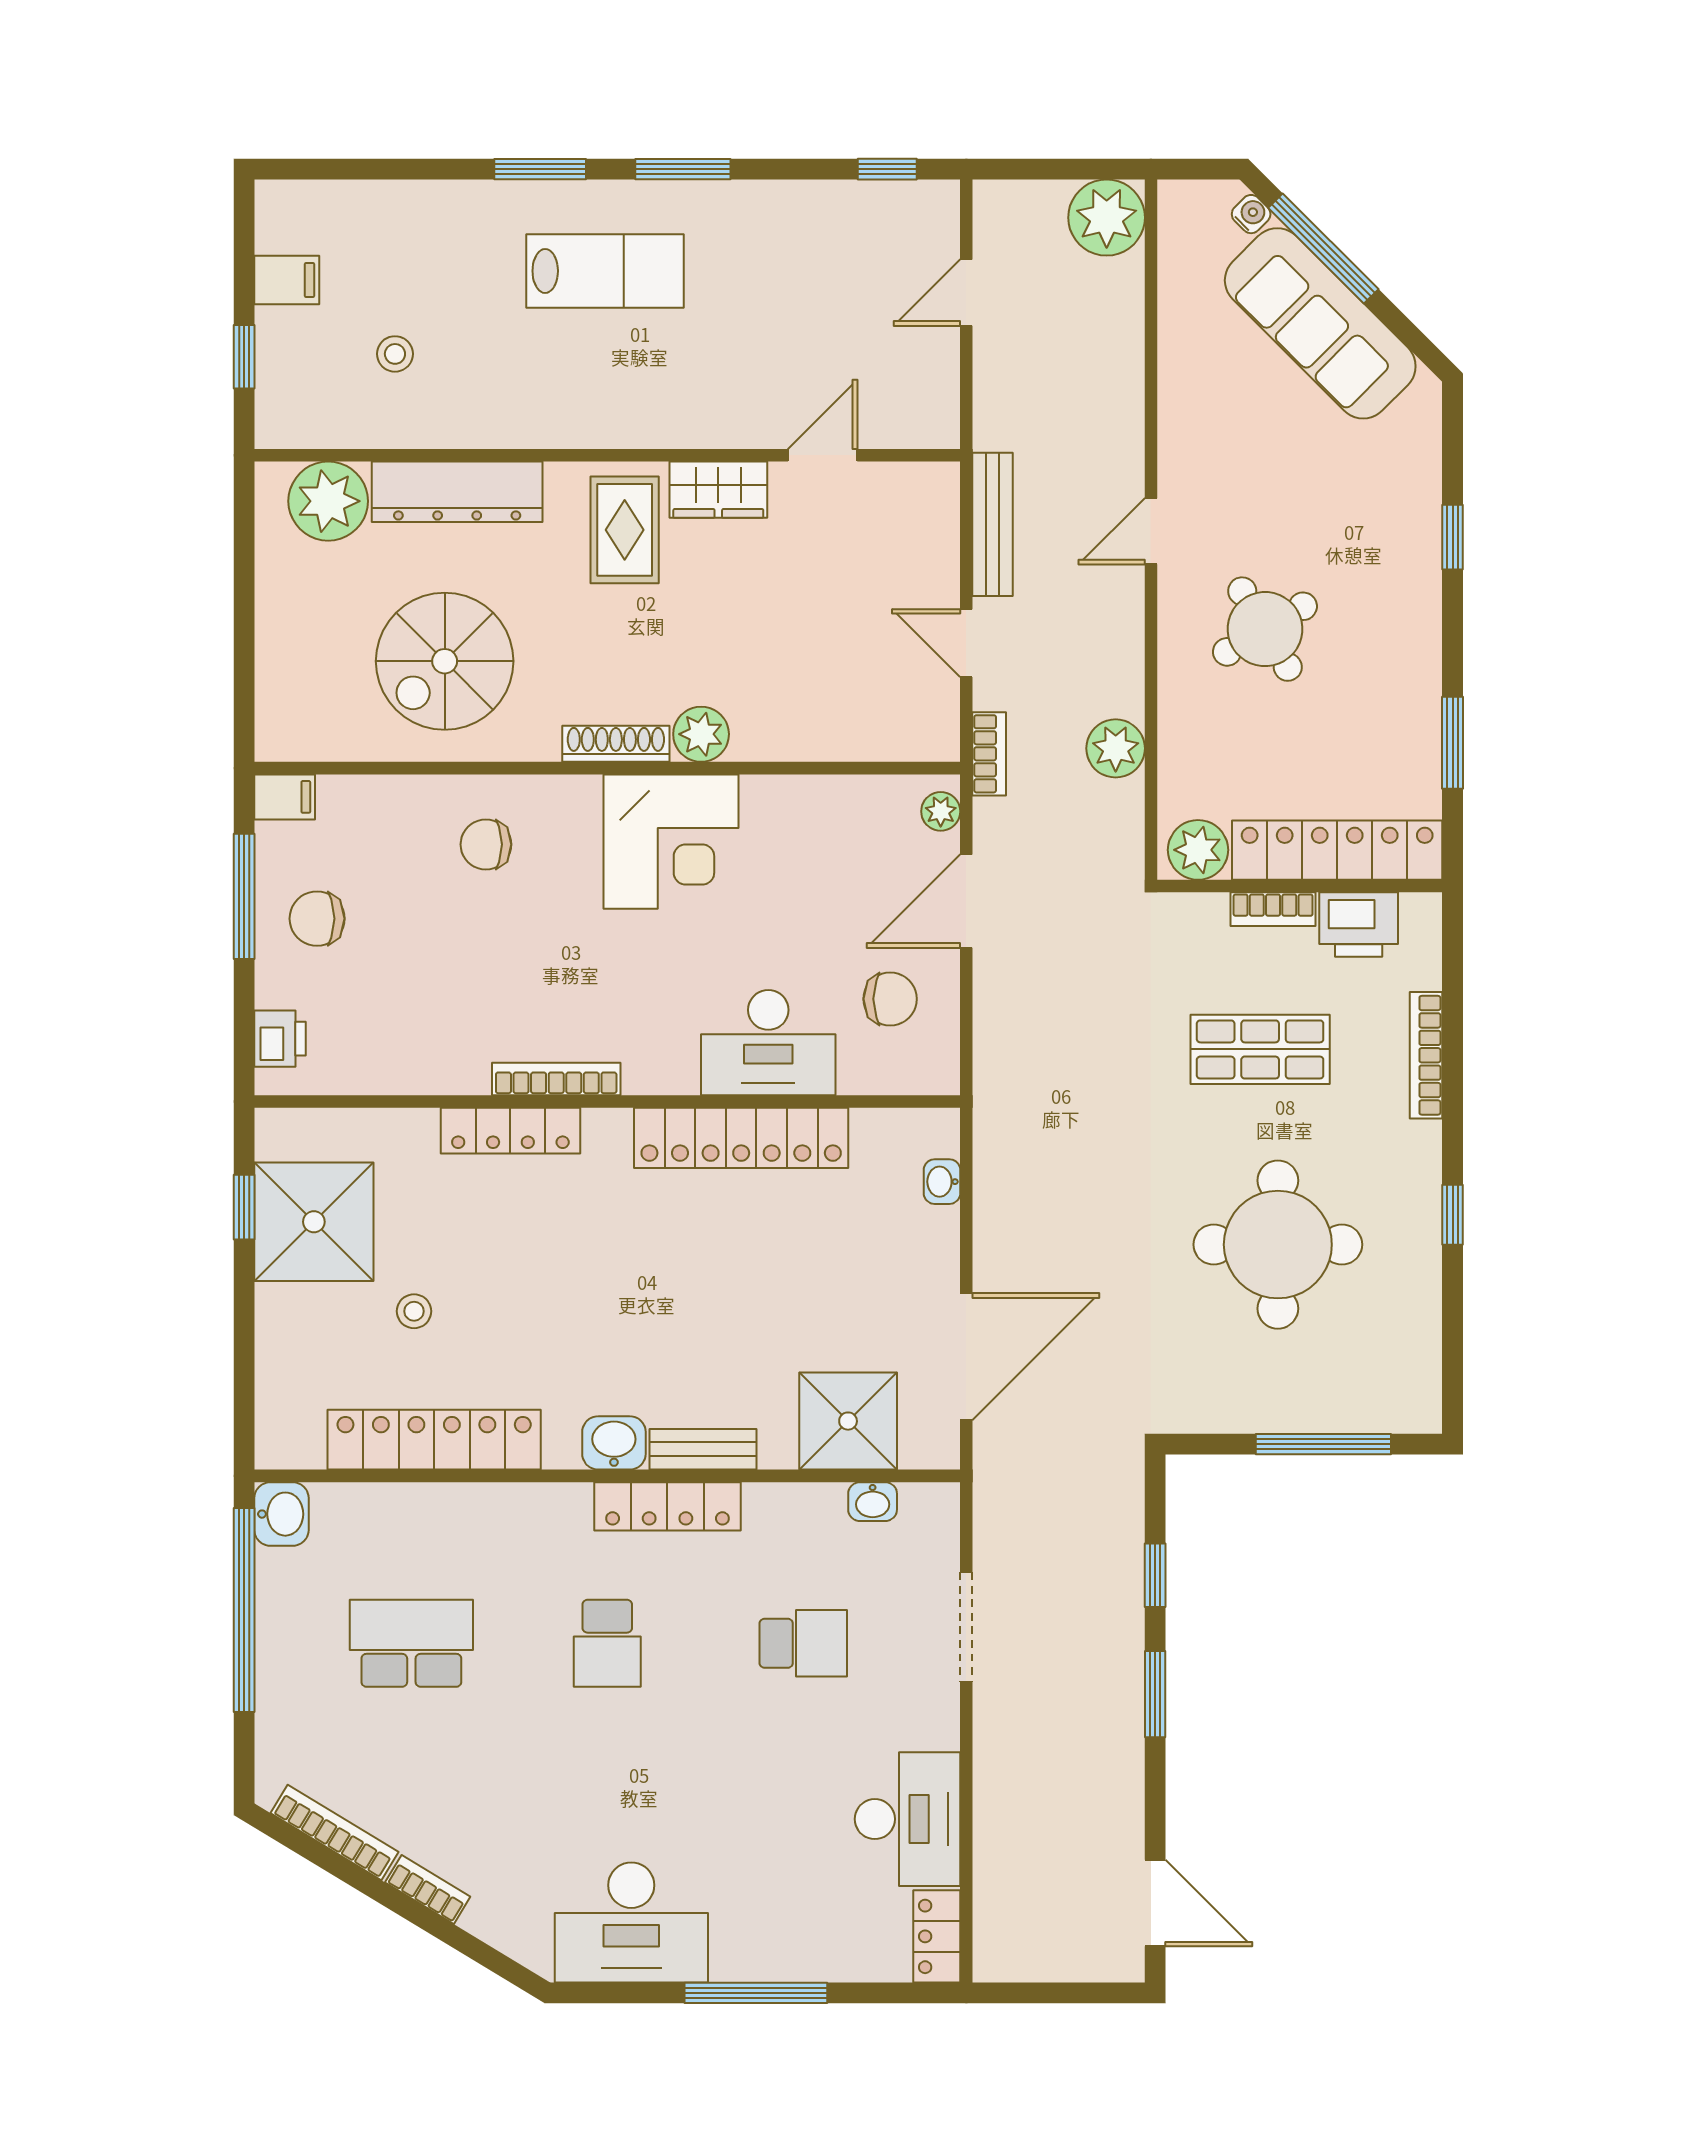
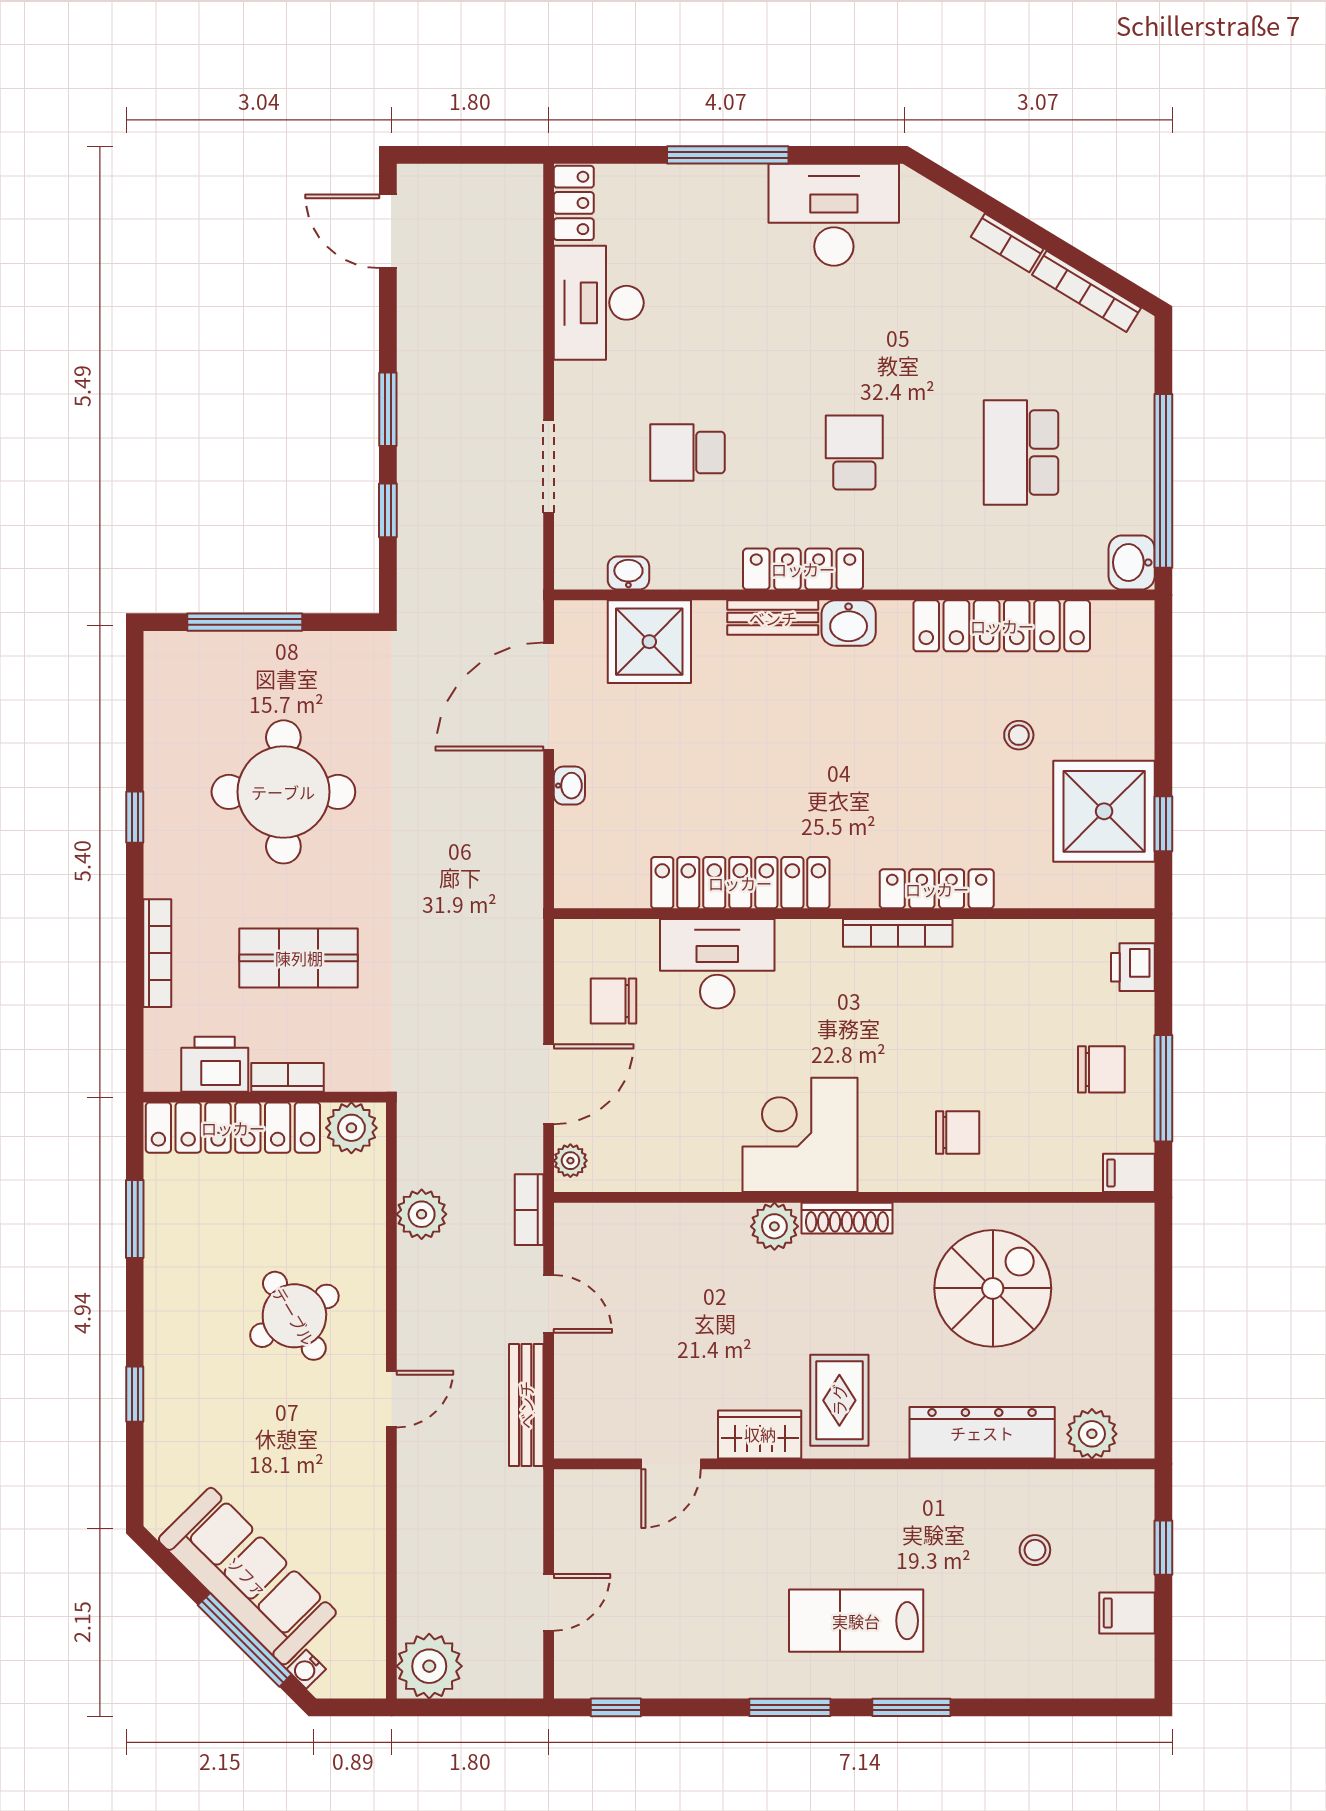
plant: (328, 501) -> (1092, 1434), width x0.73, depth x0.73
washbasin: (942, 1182) -> (569, 786), moved
school desk: (411, 1643) -> (1021, 452), turned 90

